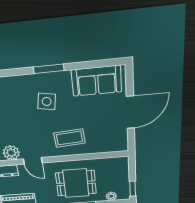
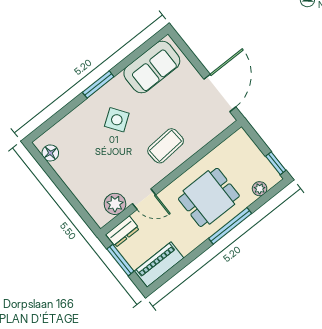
side table: (47, 101) -> (117, 120), turned 45
door: (130, 112) -> (220, 93), moved

